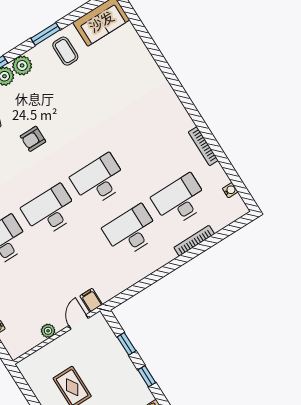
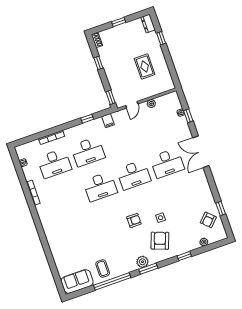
window: (45, 34) -> (112, 281), width x2.11
plant: (22, 65) -> (130, 266), removed
window: (145, 283) -> (87, 119), added
filing cabinet: (91, 300) -> (108, 121), moved
window: (126, 344) -> (110, 97), moved

